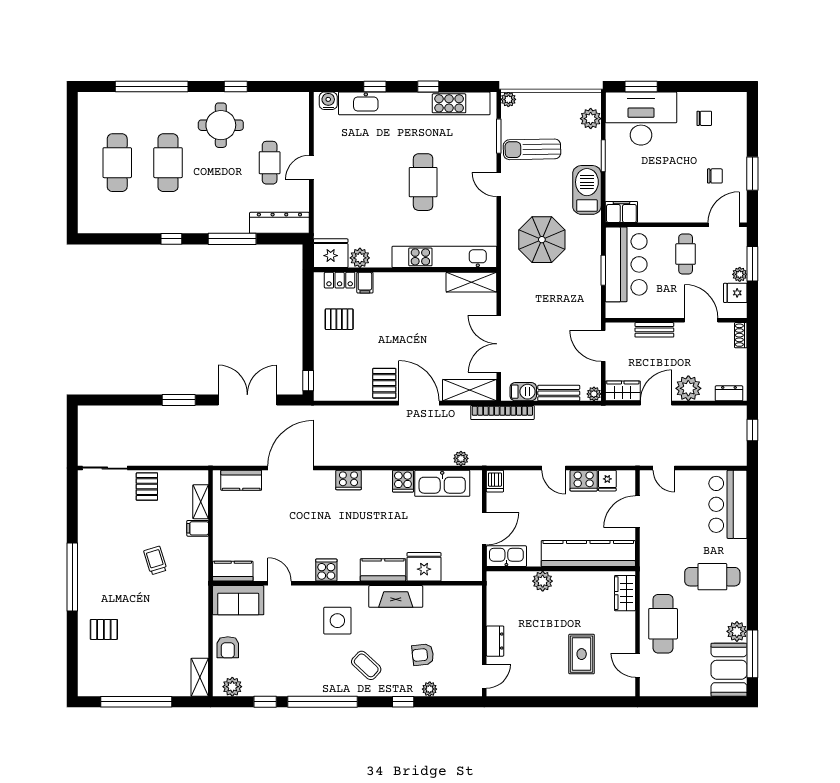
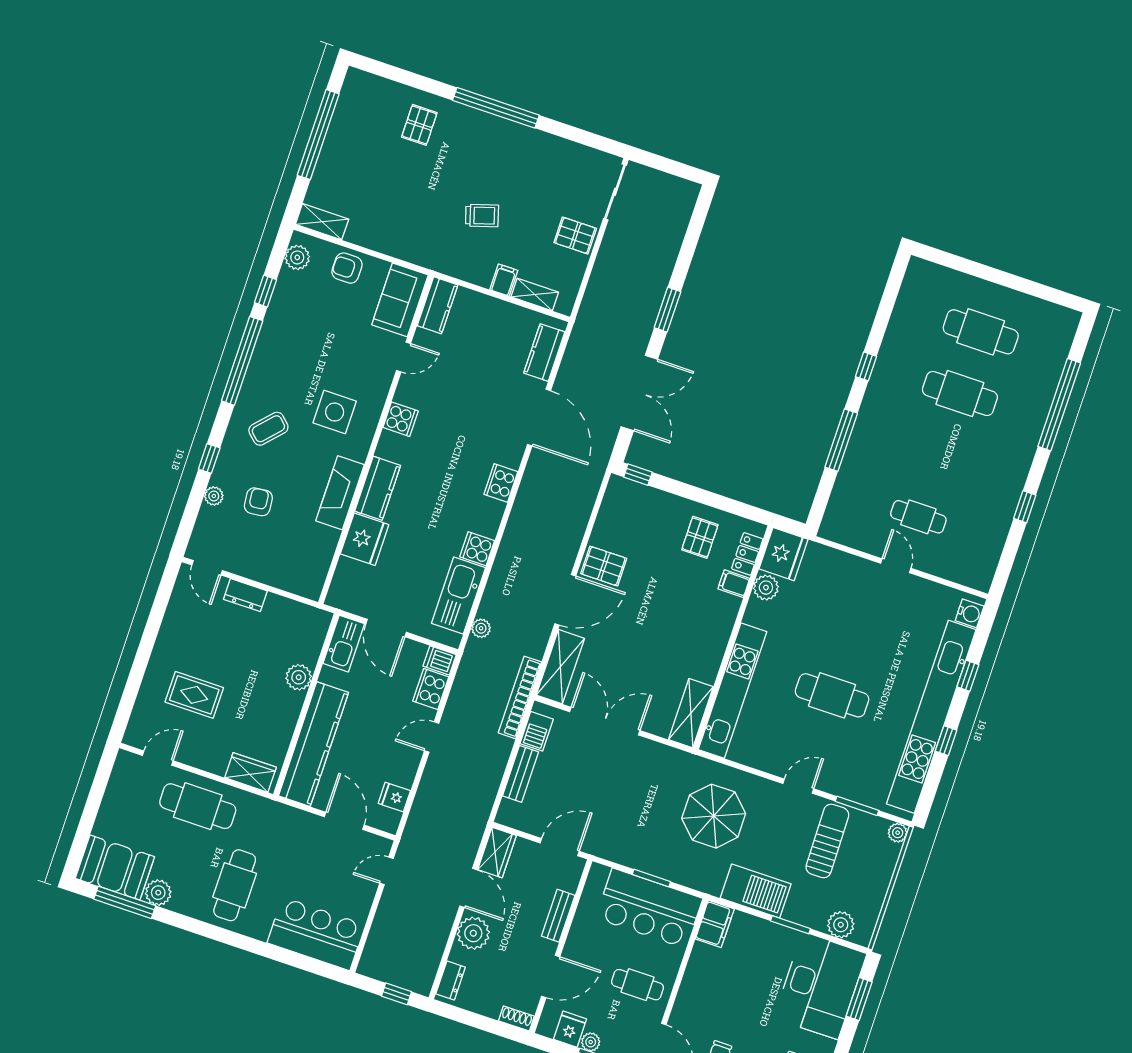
round table: (221, 125) -> (984, 473), removed
dresser: (279, 223) -> (841, 504), removed
plant: (594, 394) -> (505, 816), removed
cooker: (584, 481) -> (431, 689), moved

